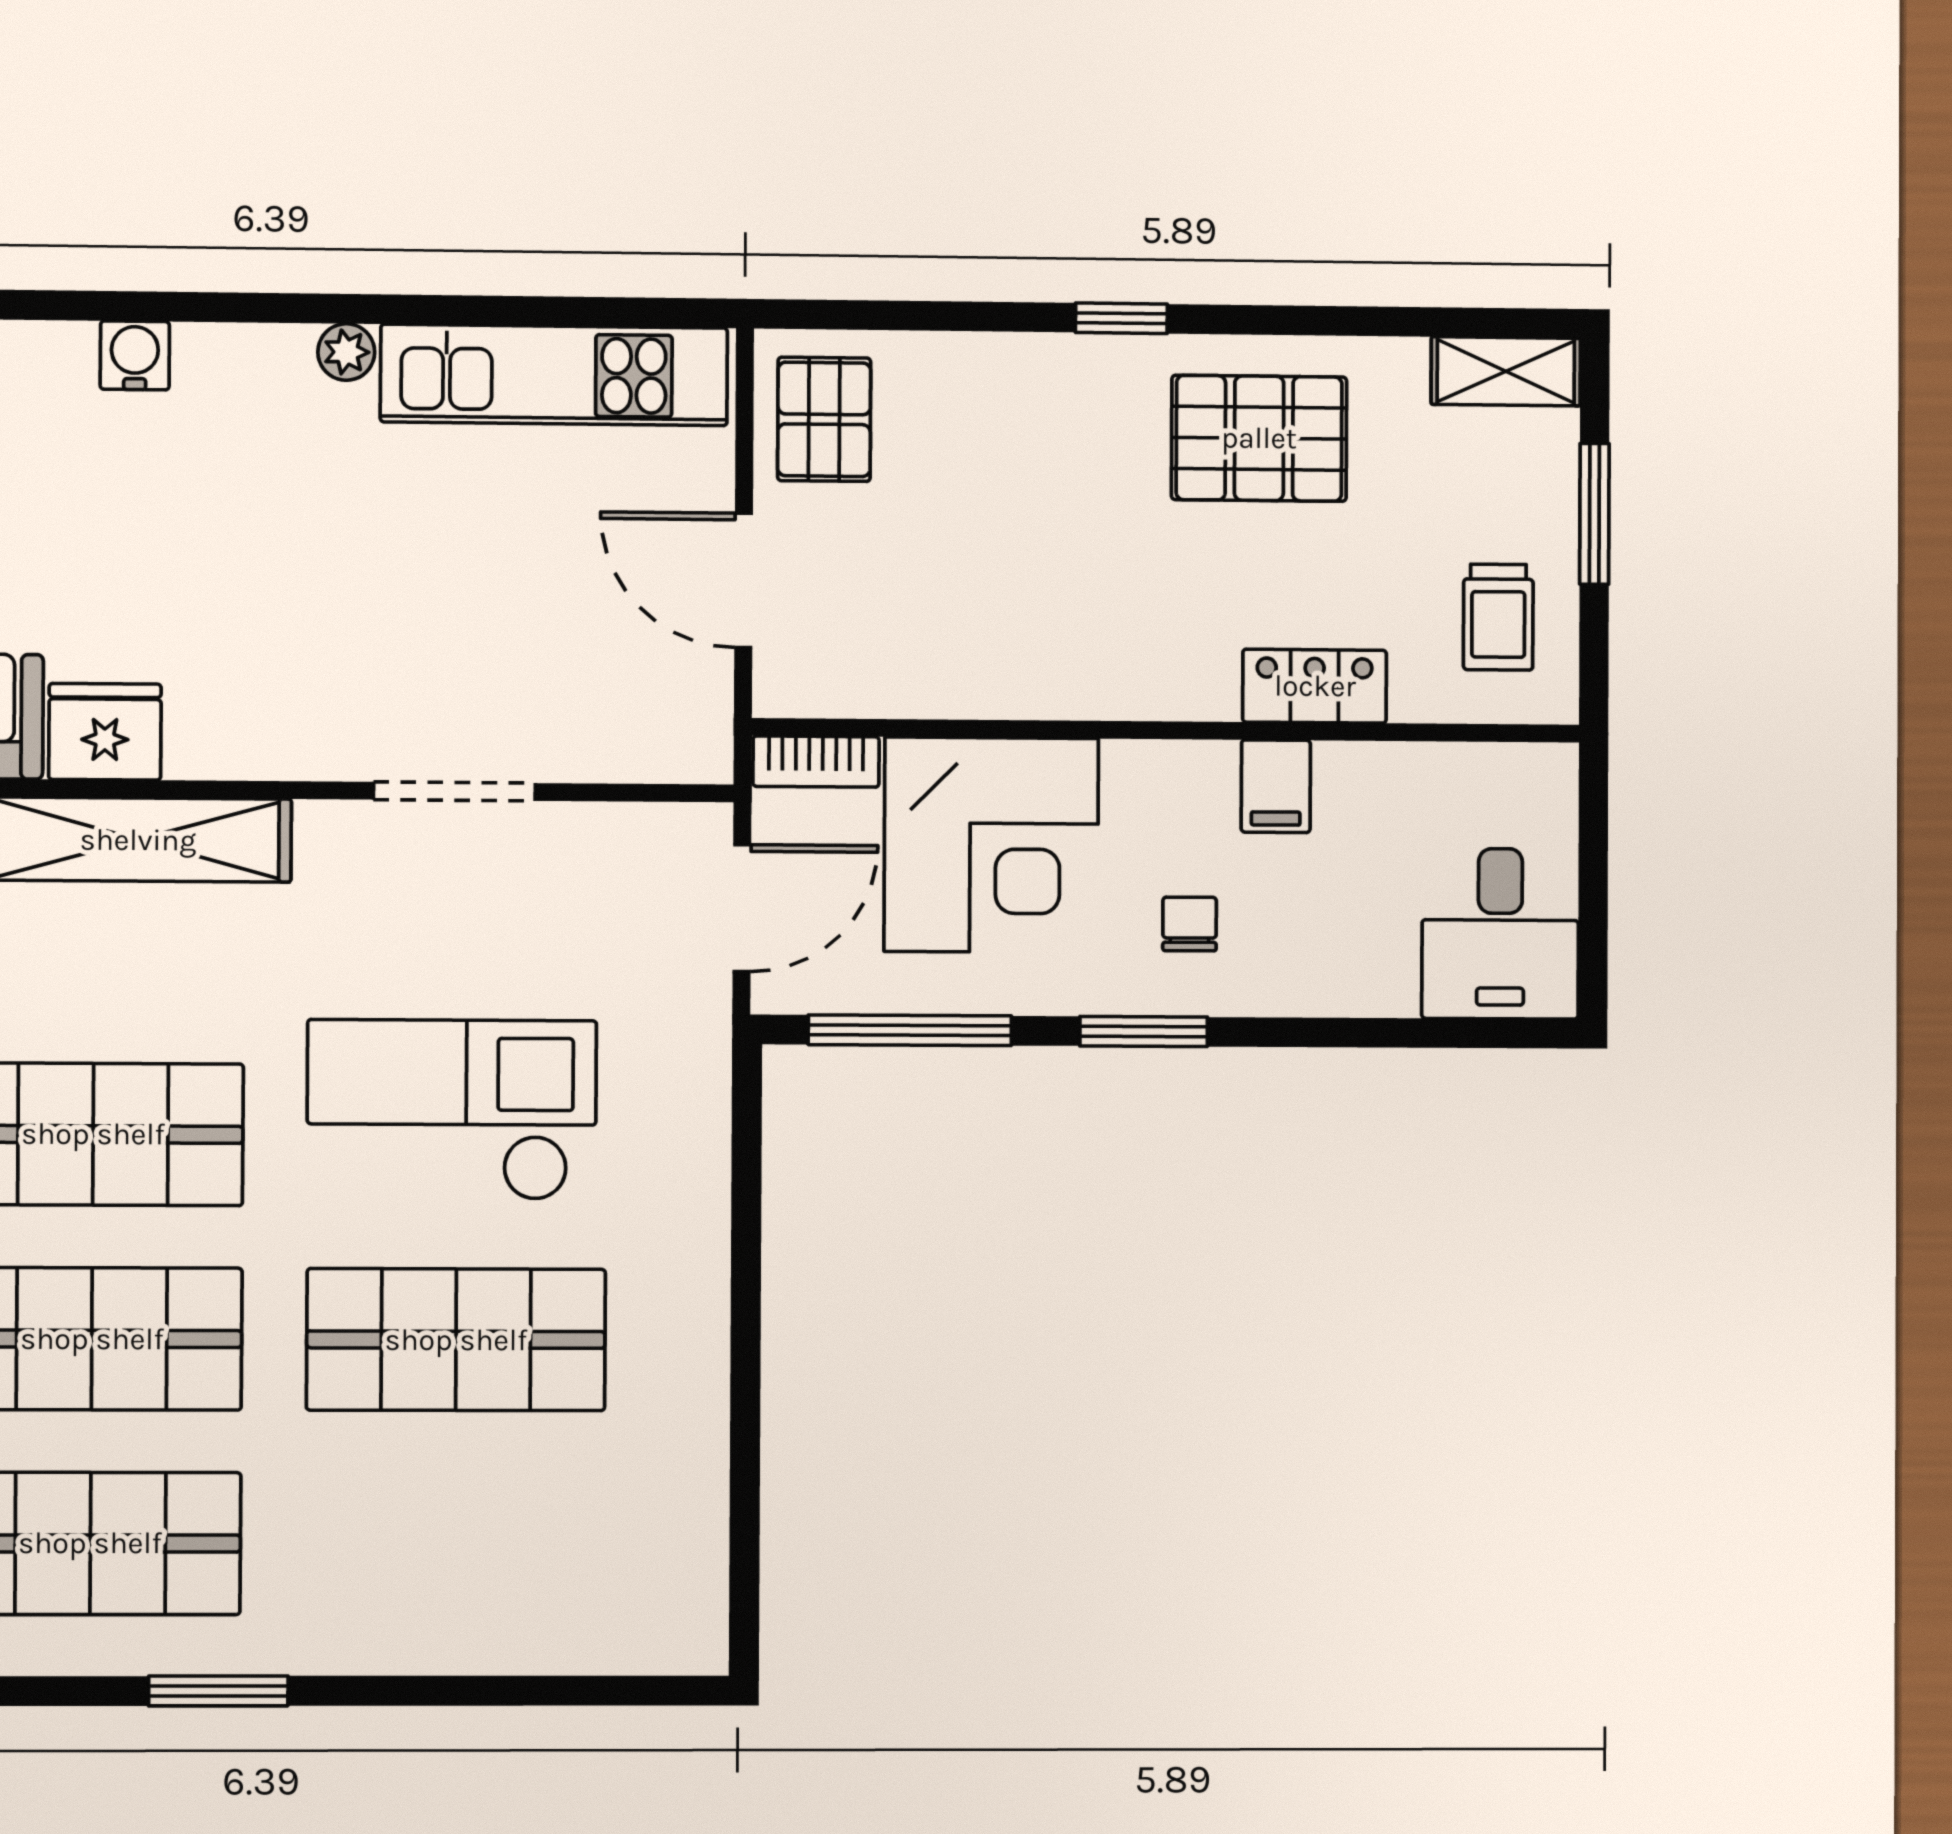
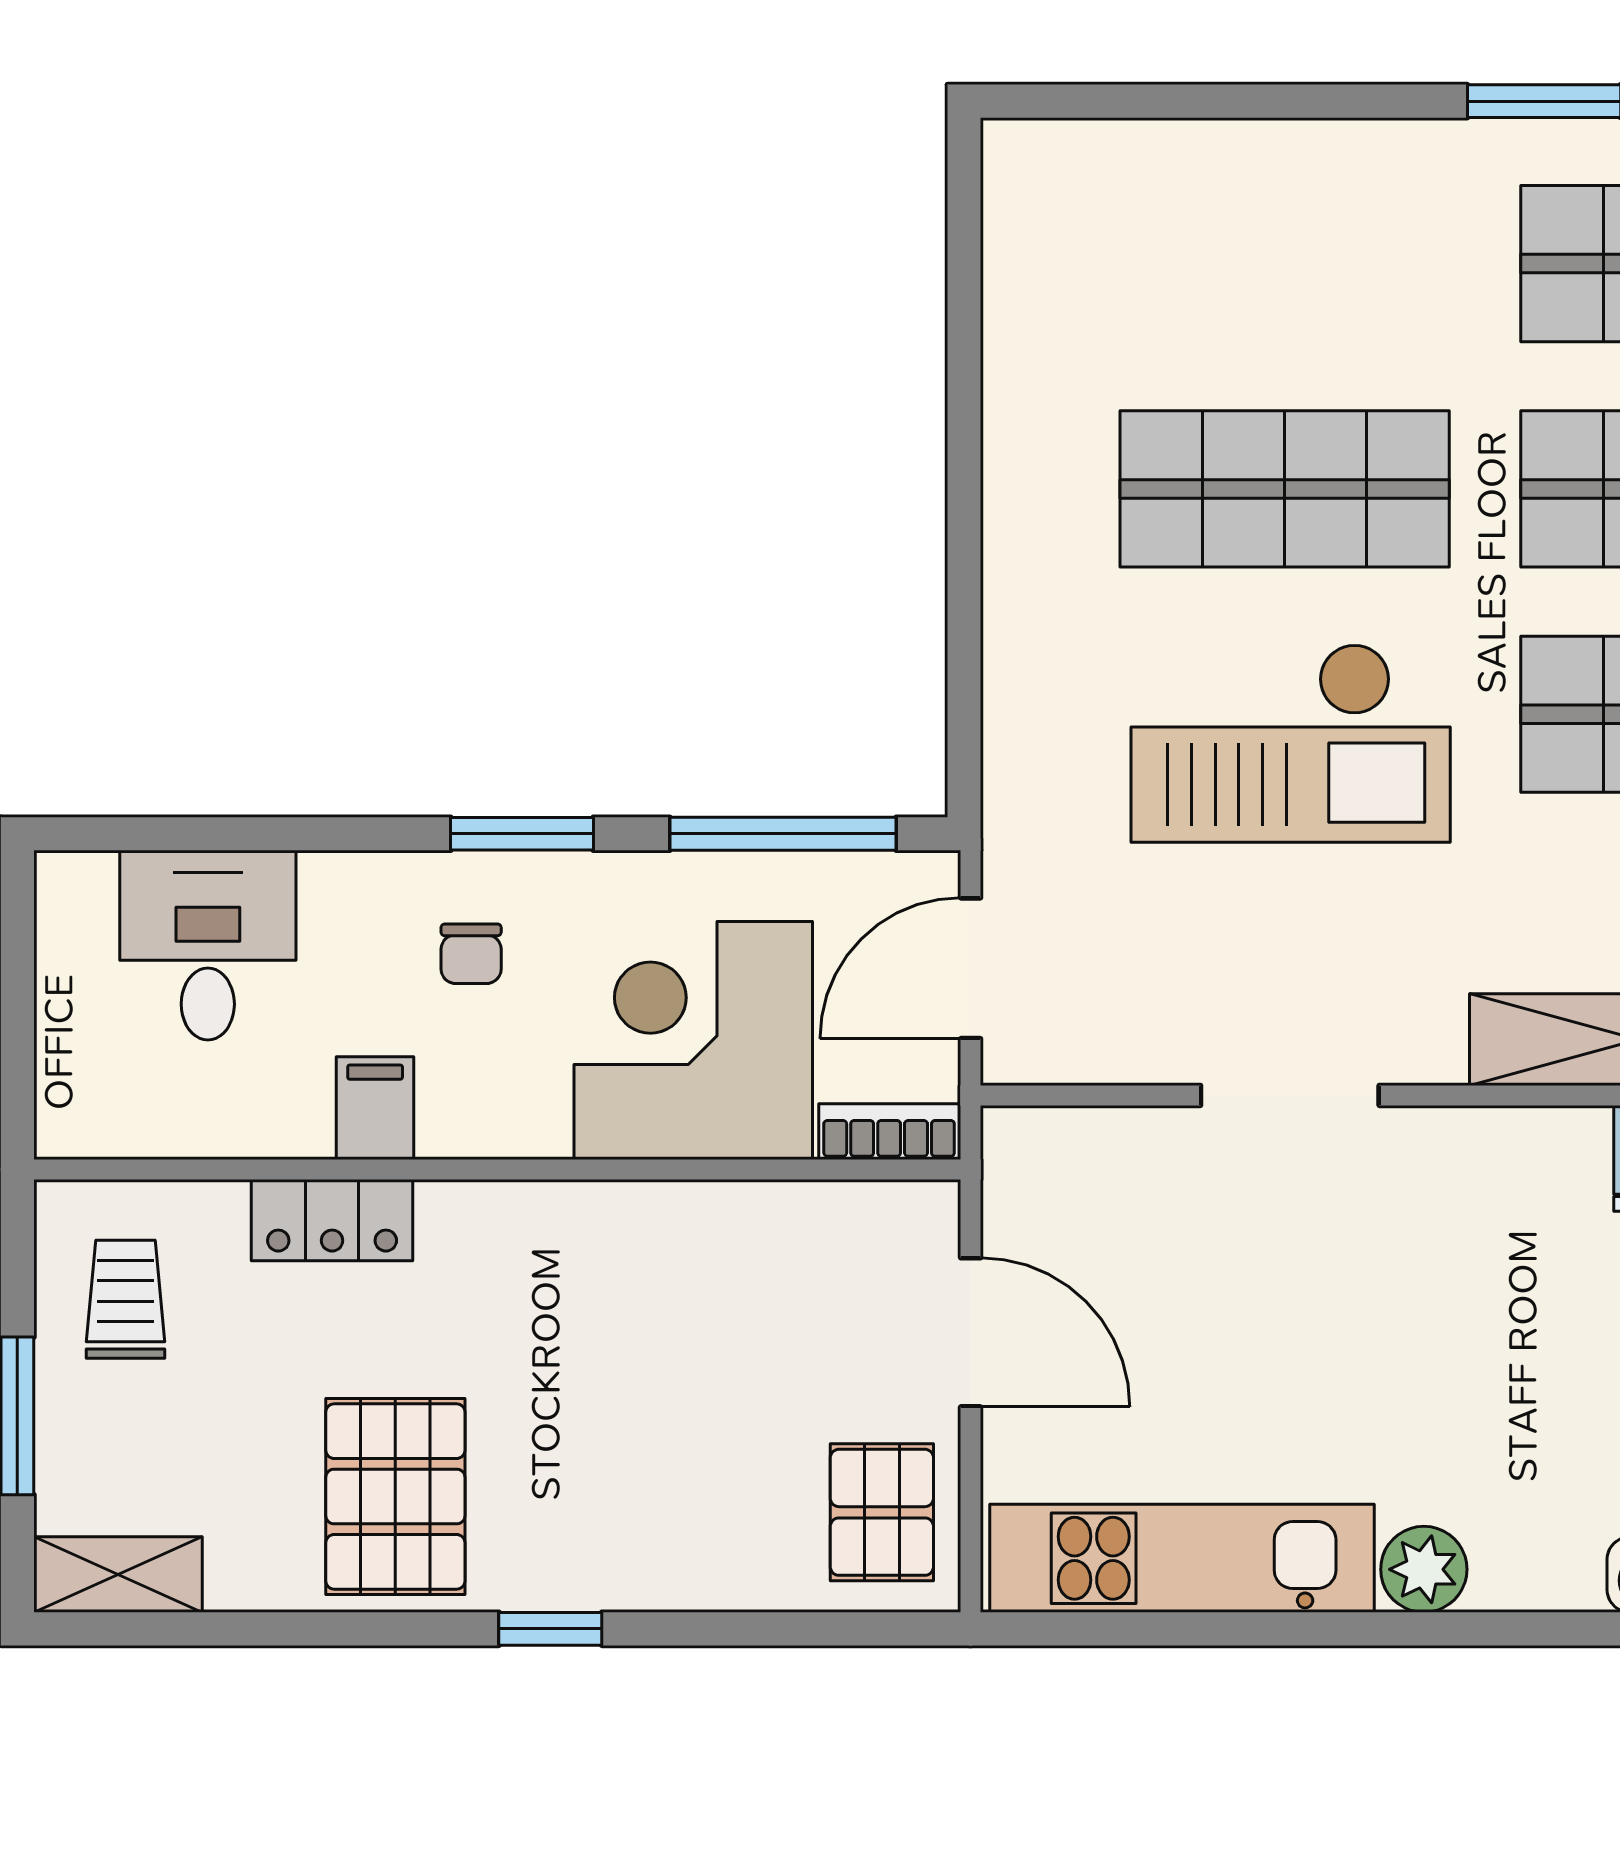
plant: (346, 352) -> (1424, 1569), width x1.38, depth x1.38
pallet: (1259, 438) -> (395, 1496), turned 90
desk: (1500, 934) -> (208, 945), moved

